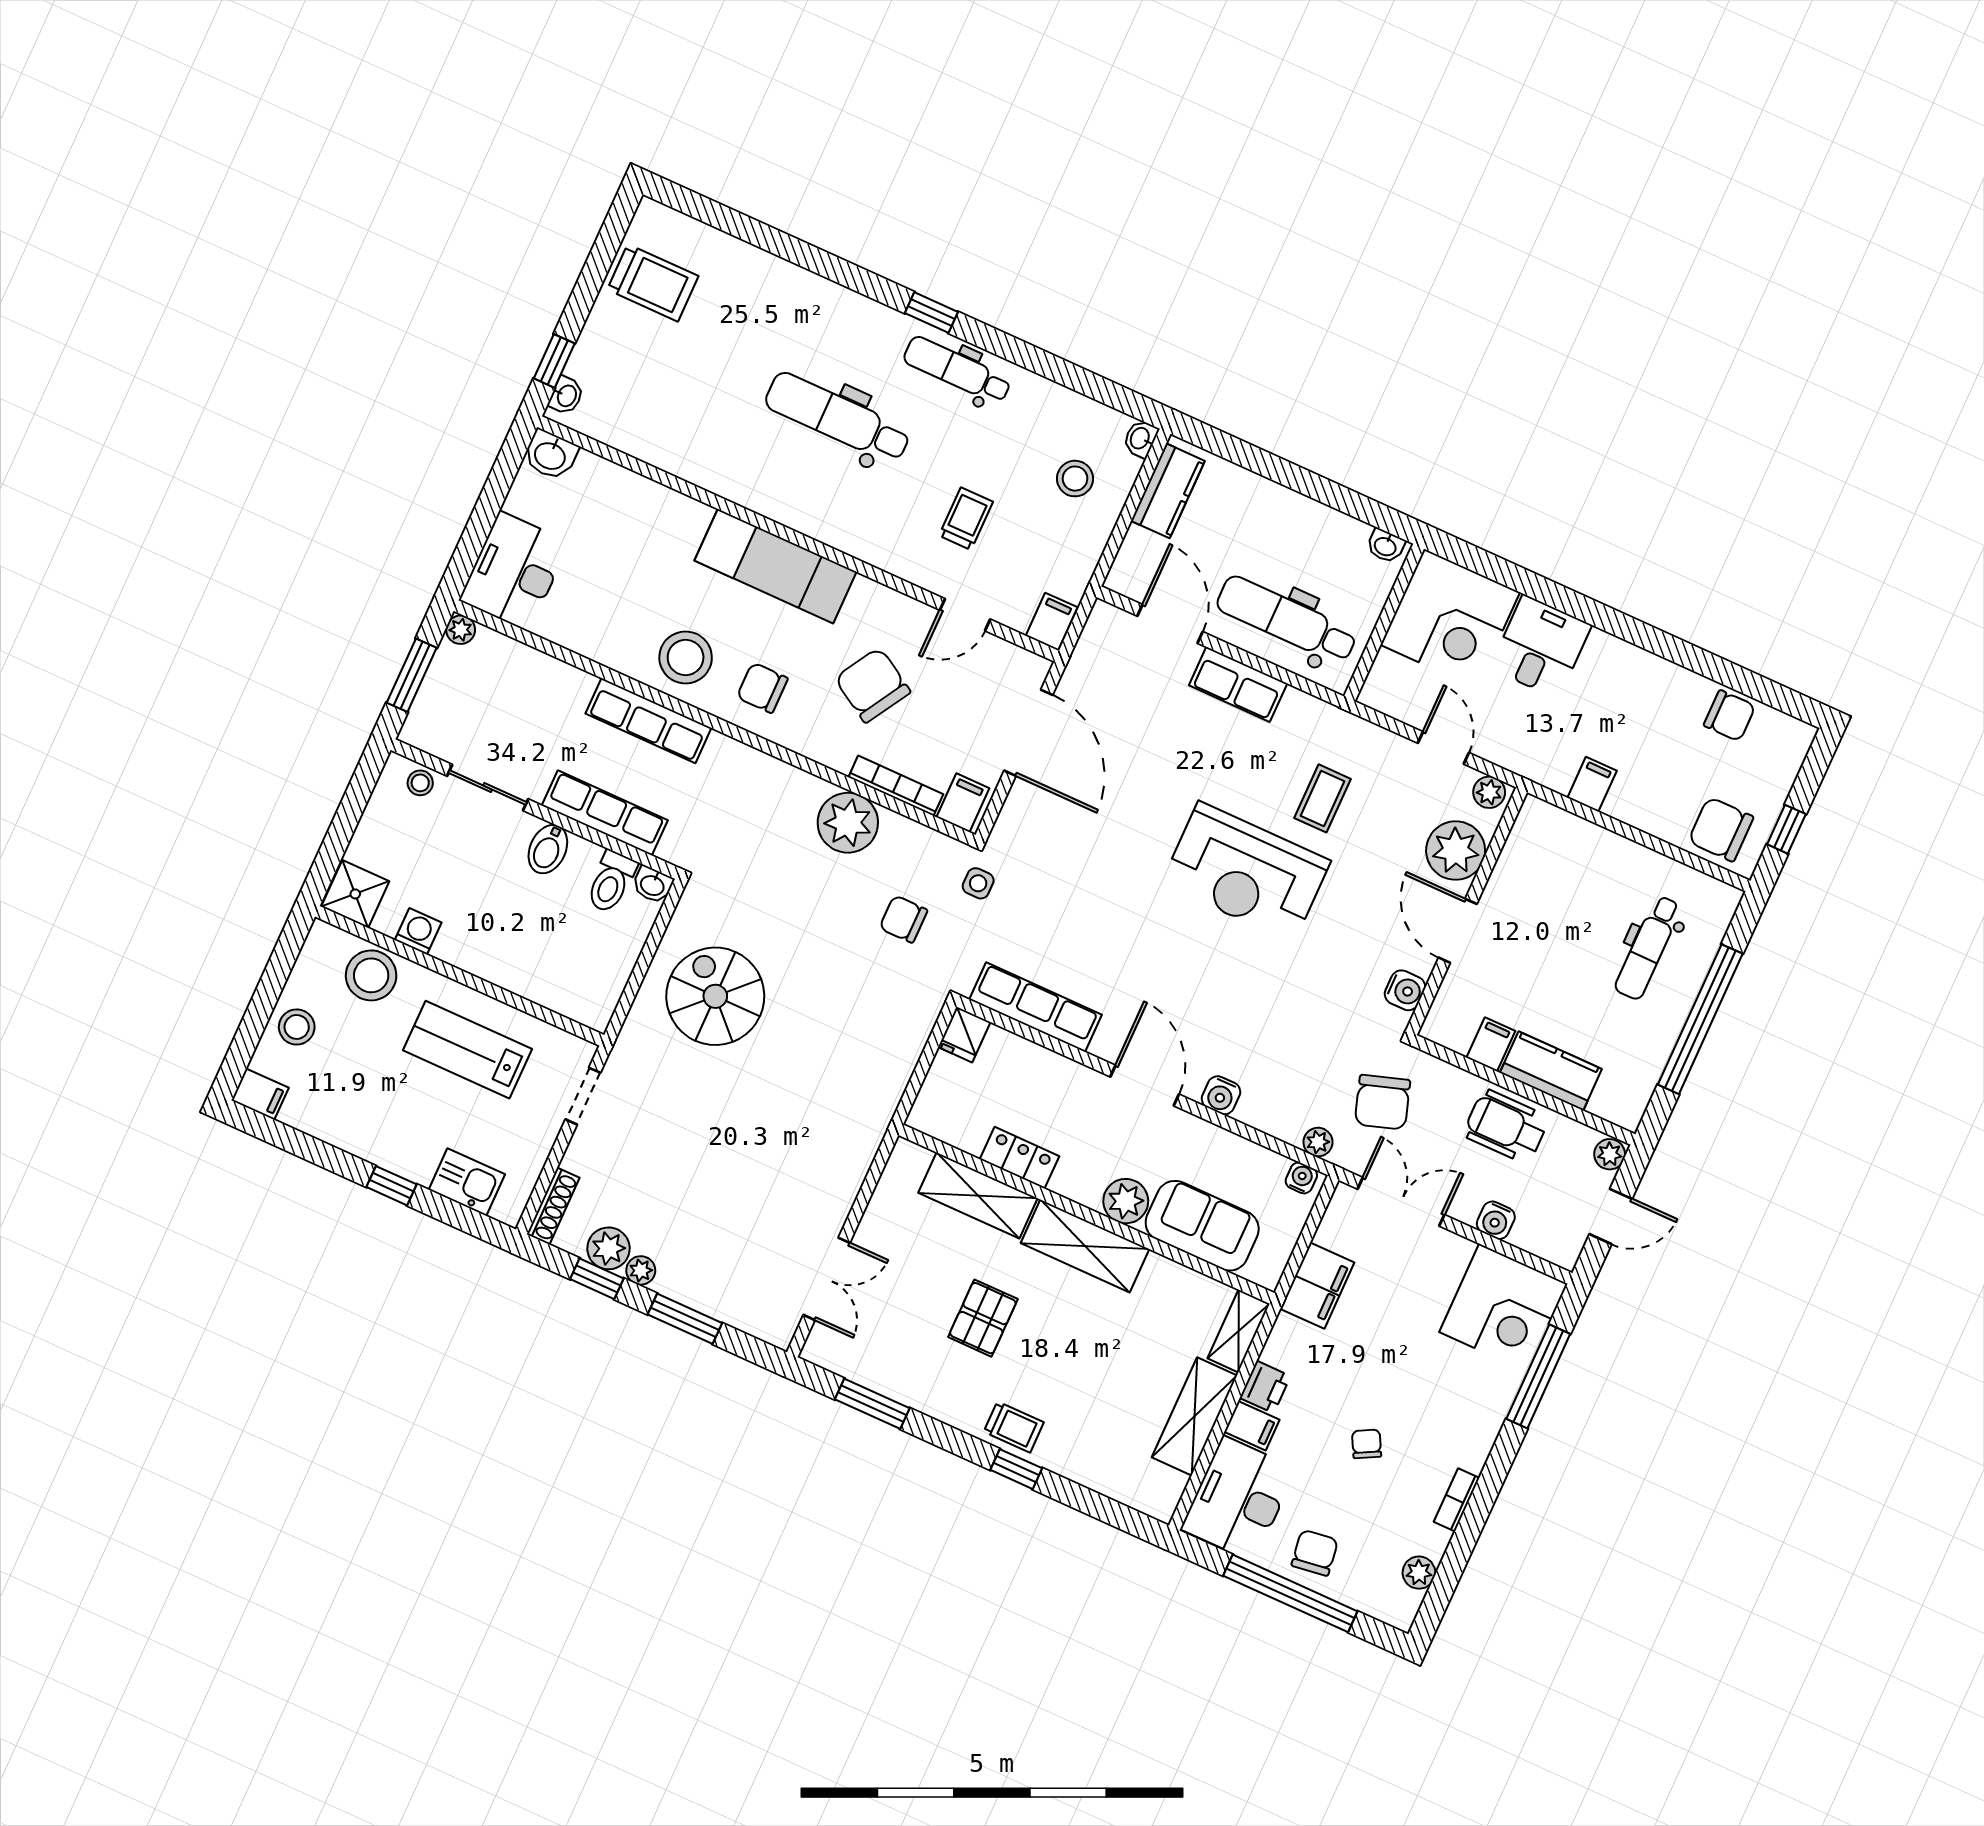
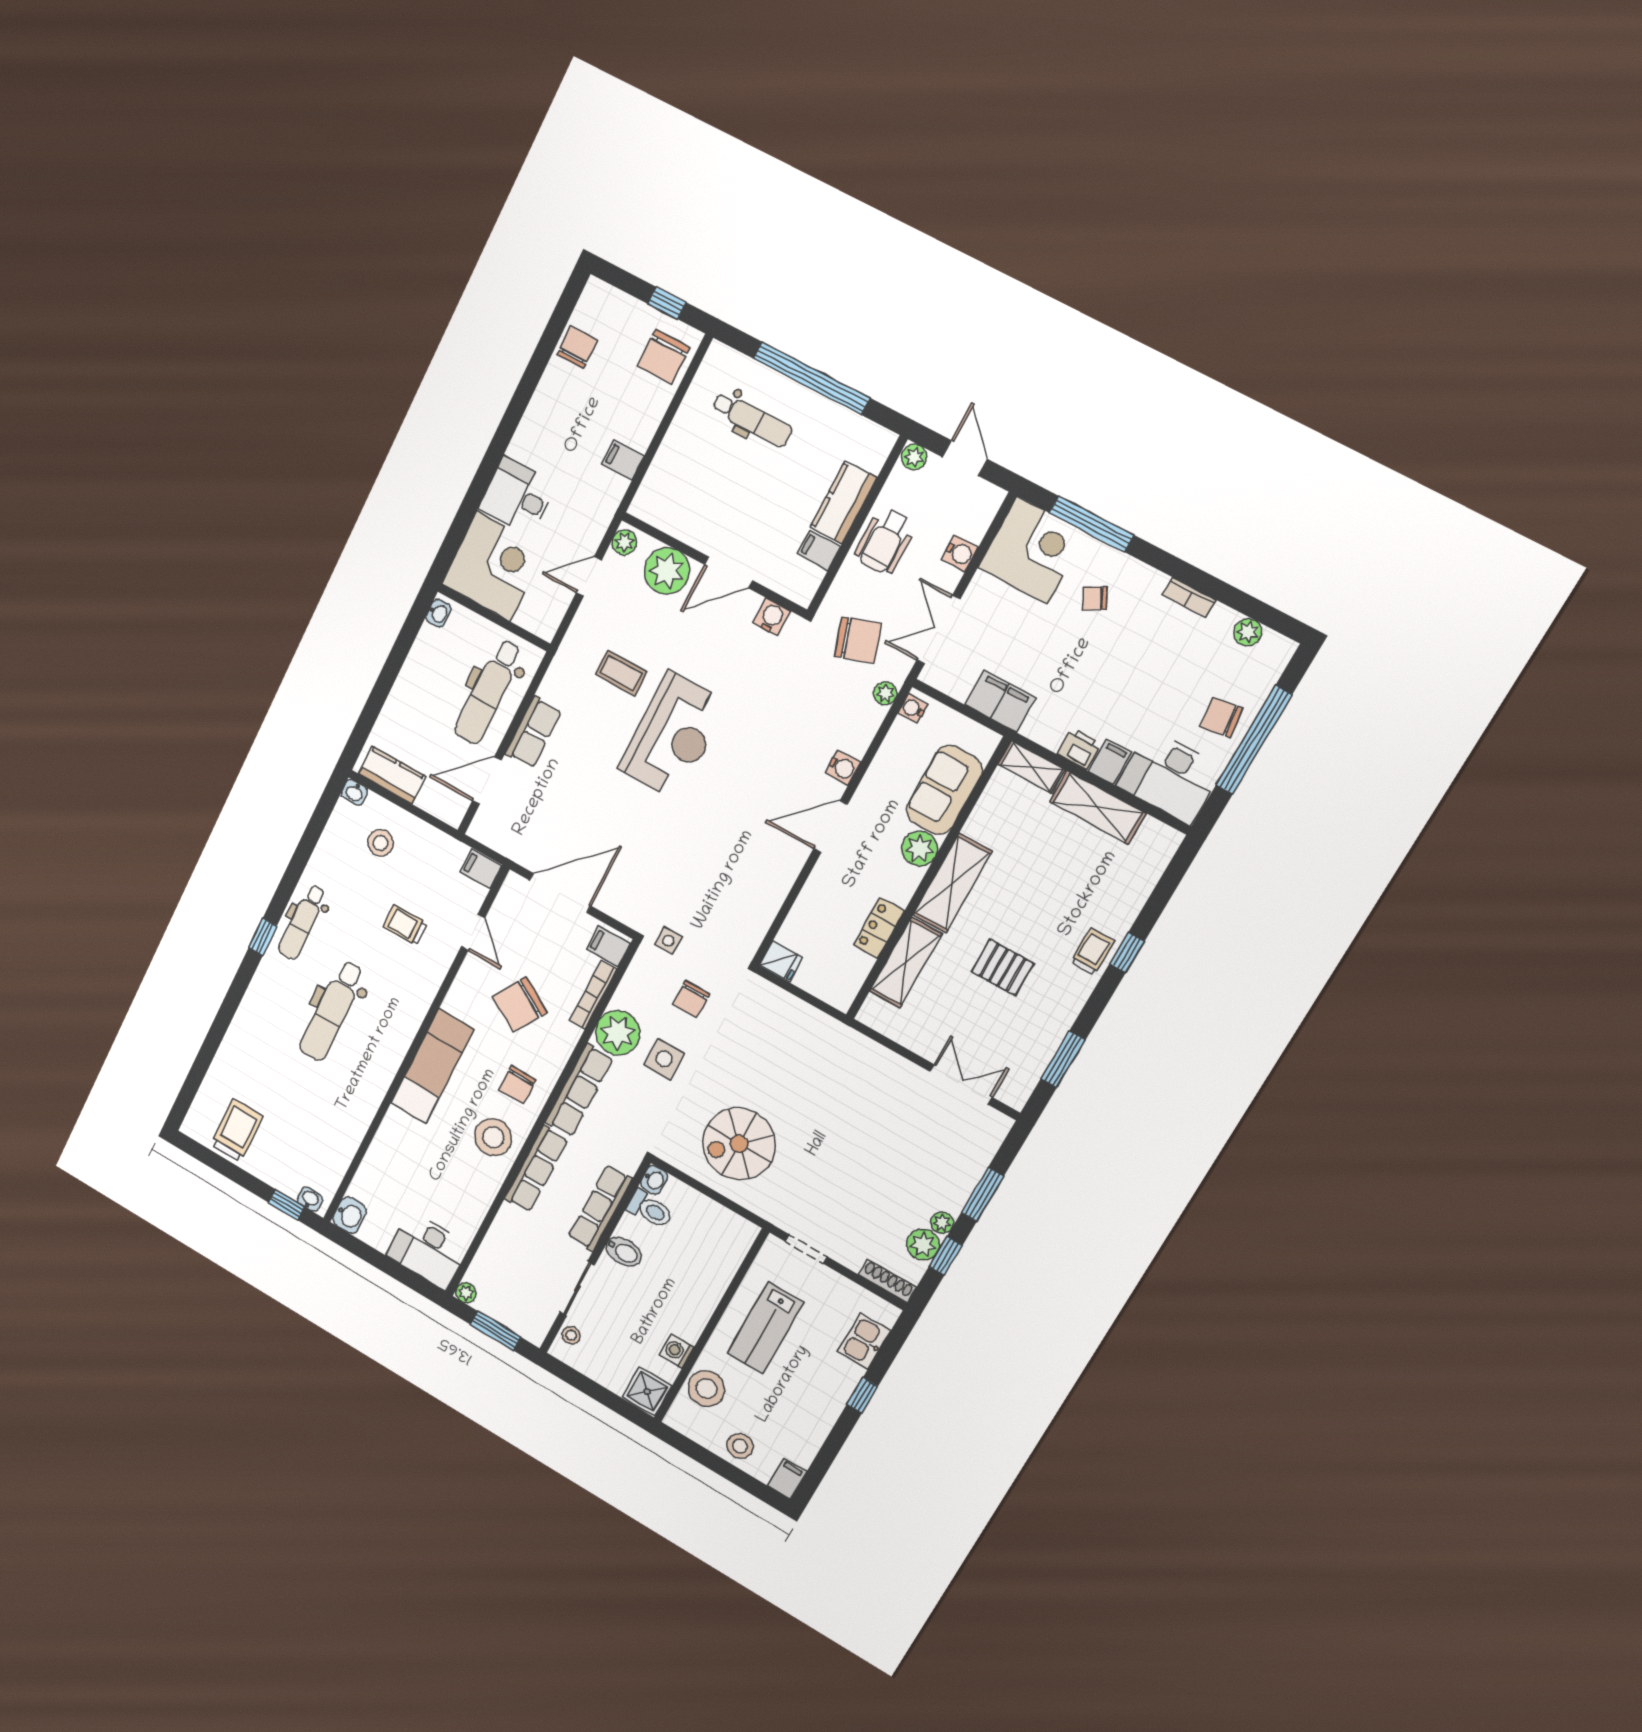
side table: (819, 888) -> (664, 1059), added
row of seats: (1036, 1007) -> (579, 1091), moved, turned 180
chair: (1367, 1444) -> (1095, 598), moved

